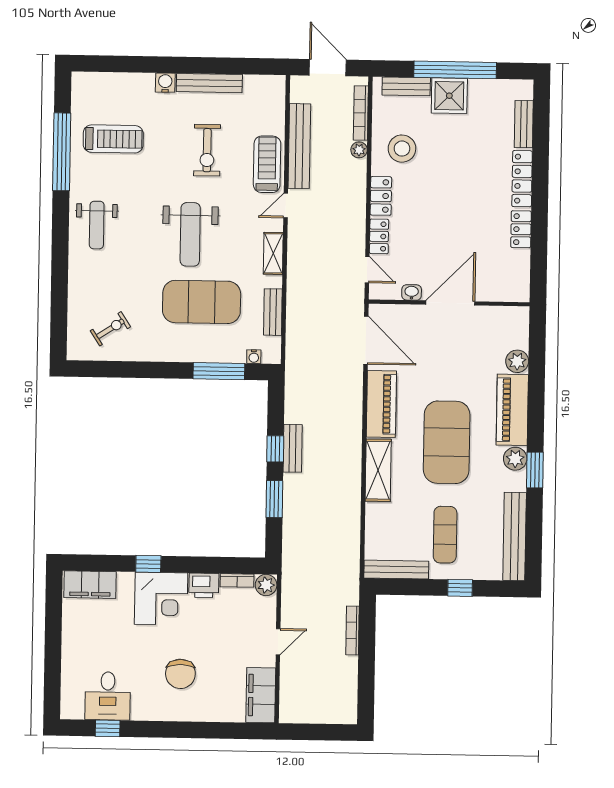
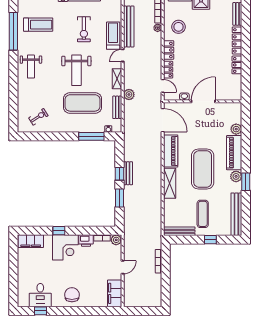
plant: (298, 286) -> (129, 95), added
chair: (180, 674) -> (72, 295), moved, turned 180

